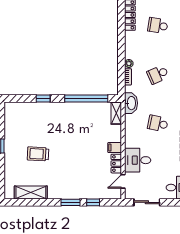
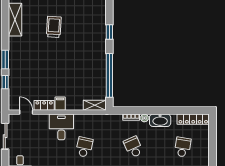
washbasin: (131, 103) -> (160, 120), moved
desk: (138, 160) -> (61, 127), moved

